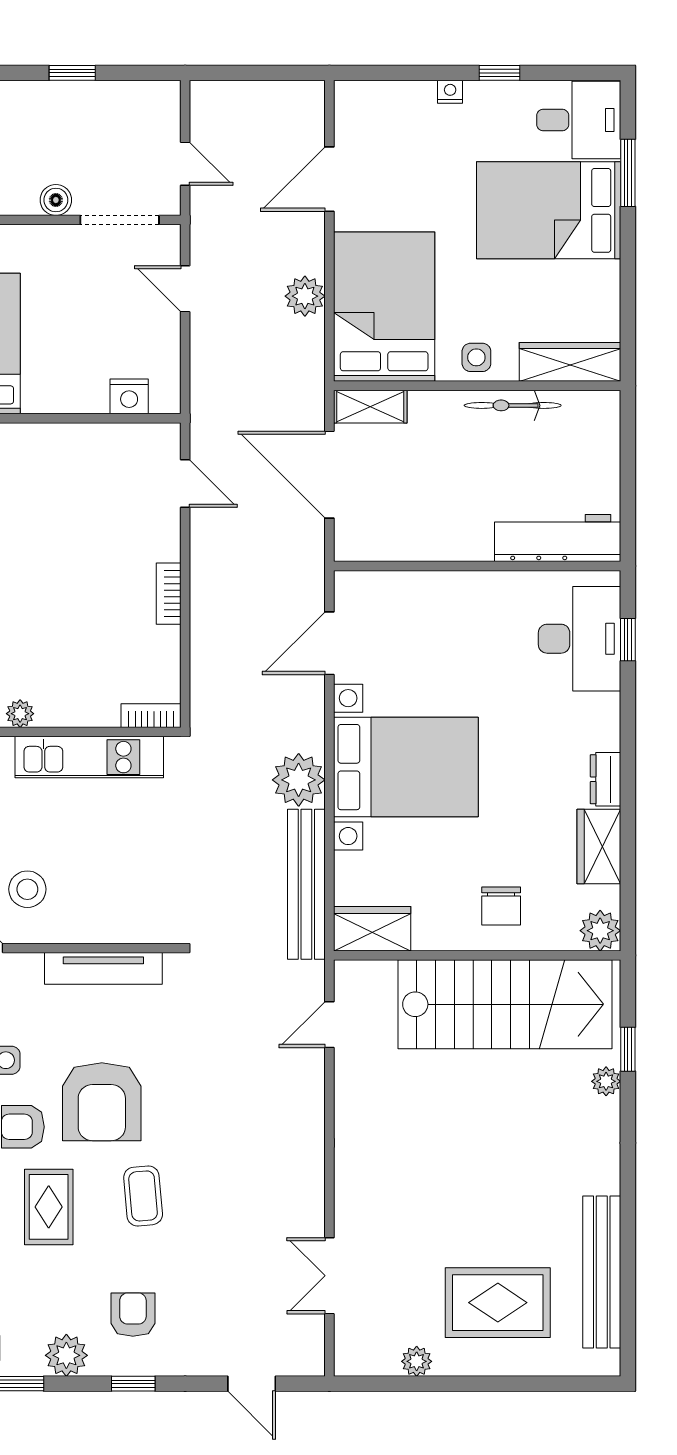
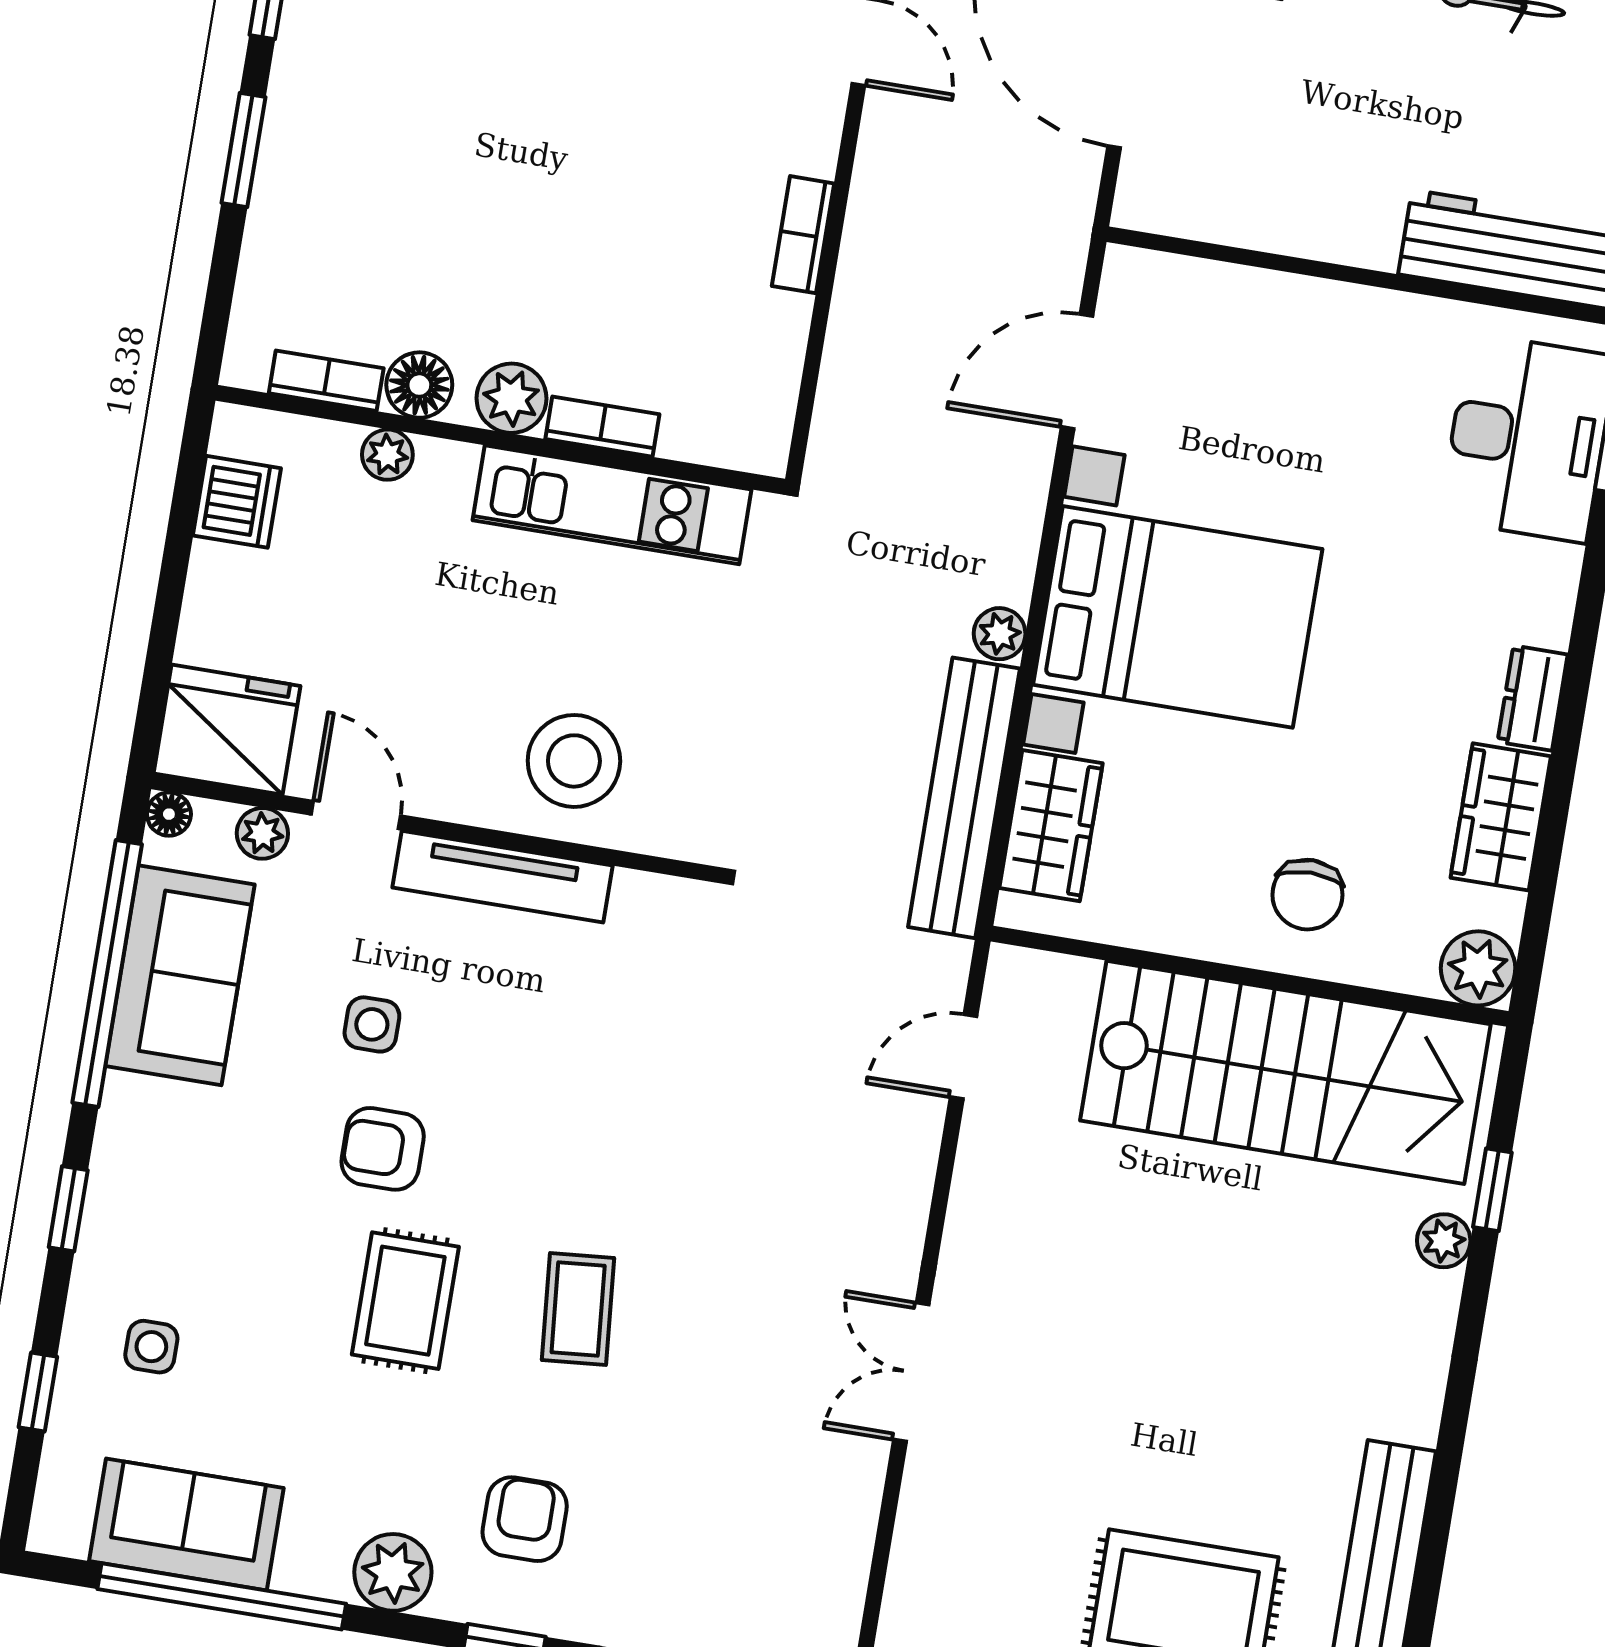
plant: (20, 714) -> (511, 398), width x1.38, depth x1.38
bookcase: (151, 716) -> (602, 427), moved
plant: (299, 780) -> (1000, 634), width x0.53, depth x0.53
stool: (27, 889) -> (574, 761), moved, width x1.38, depth x1.38
wardrobe: (372, 929) -> (1051, 826), moved, turned 90
tv unit: (103, 968) -> (502, 877), moved
armchair: (102, 1102) -> (532, 1127), removed
double door: (329, 1276) -> (911, 1372), moved

